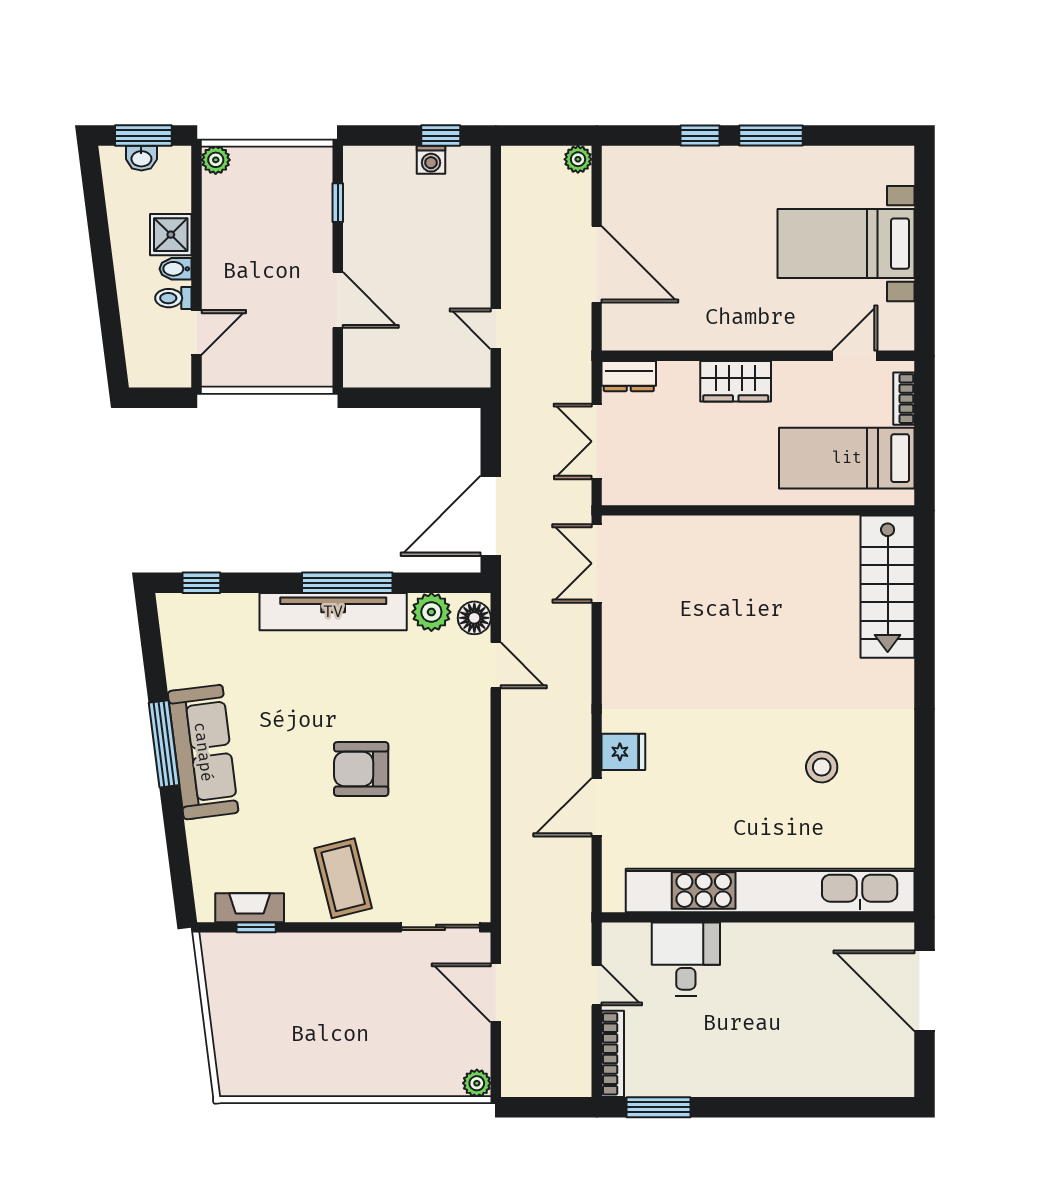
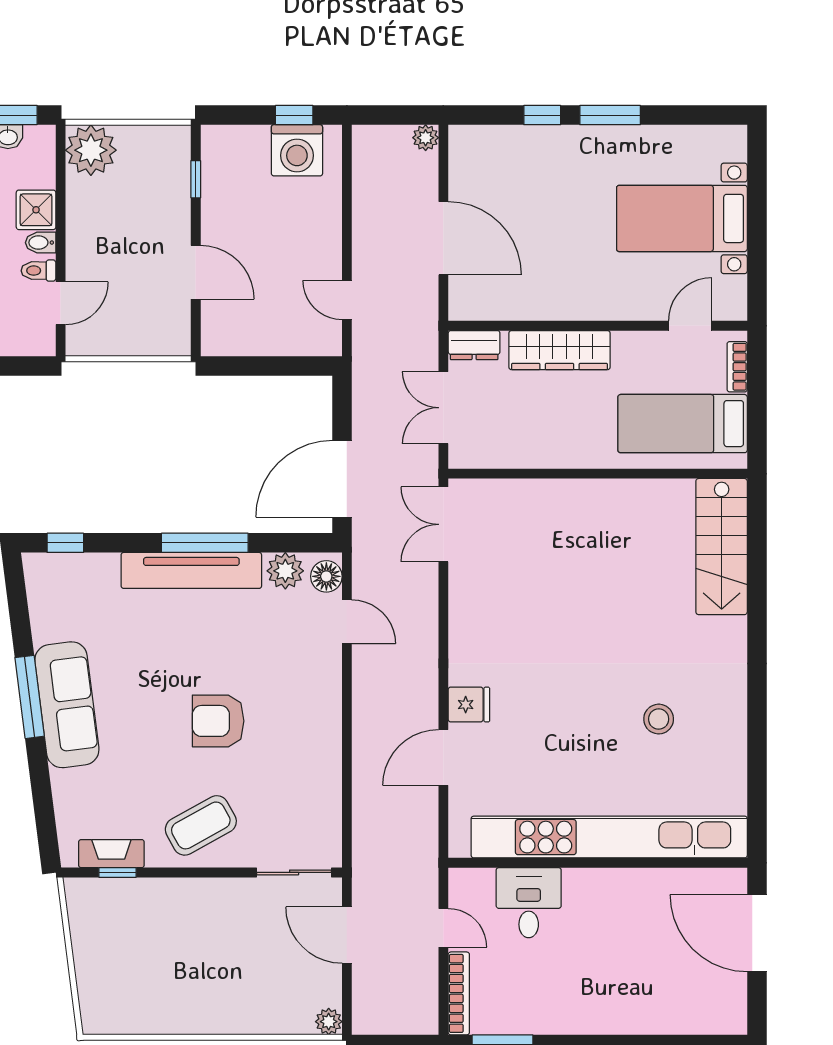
plant: (216, 160) -> (91, 150), width x1.88, depth x1.88
washing machine: (431, 160) -> (297, 150), width x1.89, depth x1.89
wardrobe: (736, 381) -> (560, 350), width x1.50
coffee table: (343, 878) -> (201, 825), turned 75

